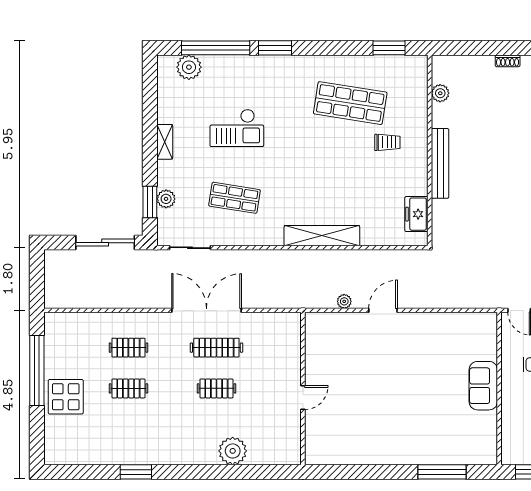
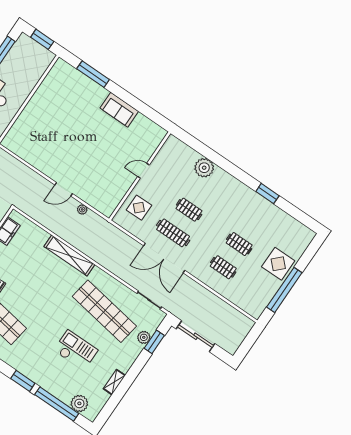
shelving: (165, 142) -> (114, 382), moved
shop shelf: (234, 198) -> (104, 311), width x2.00, depth x1.36
display table: (278, 350) -> (139, 208), added
sofa: (483, 386) -> (119, 110), moved, turned 90

